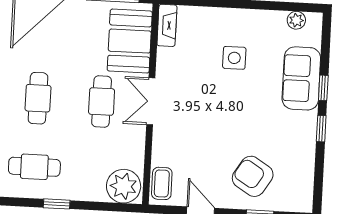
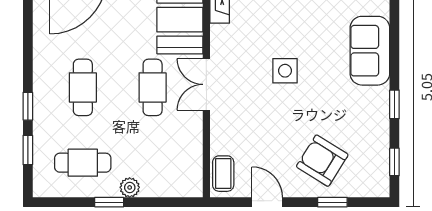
side table: (234, 58) -> (285, 71), moved
window: (323, 88) -> (394, 162), moved
plant: (124, 186) -> (130, 187), moved, width x0.53, depth x0.53

